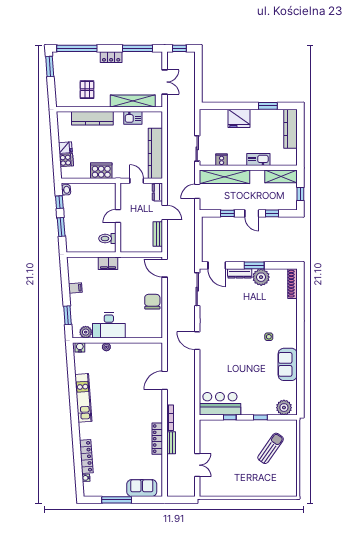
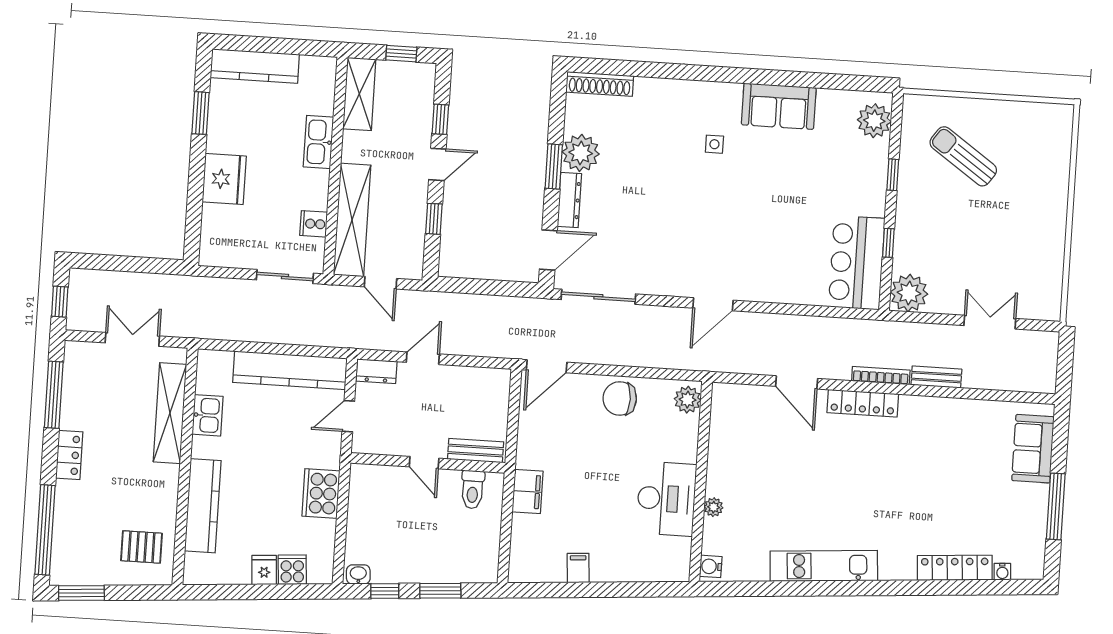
pallet: (87, 90) -> (141, 547), moved
bench: (158, 234) -> (476, 451), moved
window: (67, 315) -> (638, 589), removed
plant: (86, 332) -> (688, 400), moved
plant: (208, 428) -> (909, 293), added
locker: (157, 439) -> (863, 403), moved

